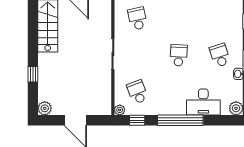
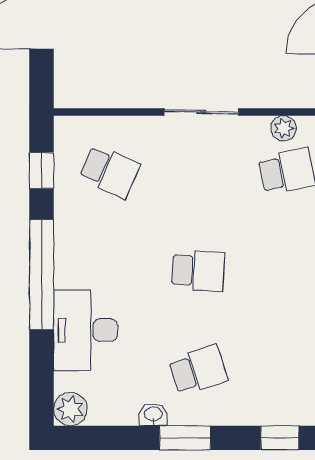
school desk: (137, 92) -> (110, 171), turned 45
plant: (120, 110) -> (284, 128), moved

